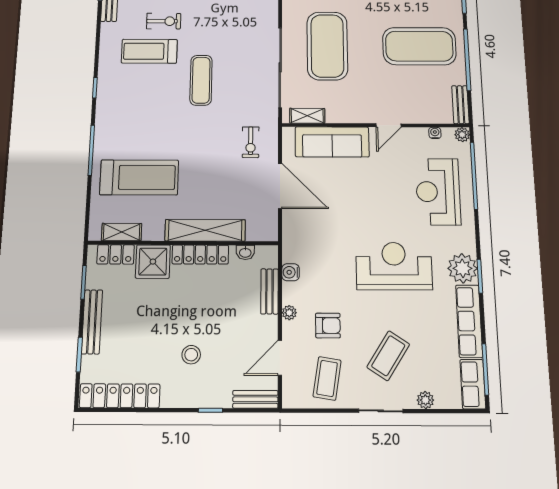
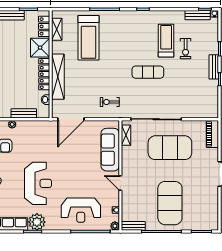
door: (280, 186) -> (71, 119), moved
reception desk: (438, 192) -> (81, 210), turned 180
water cooler: (291, 272) -> (34, 125), removed

